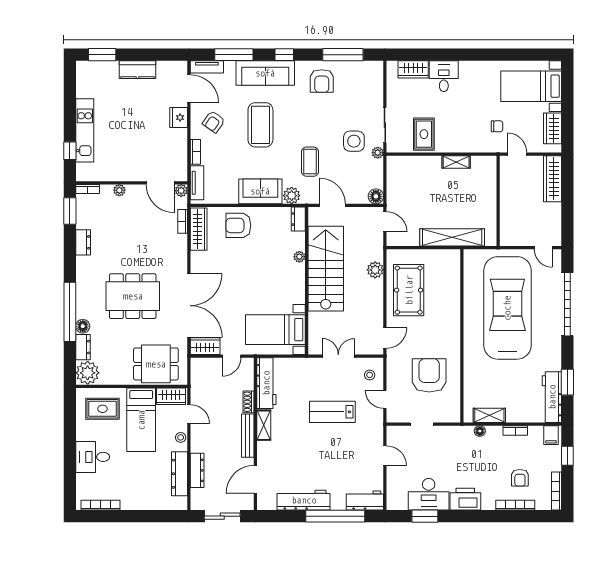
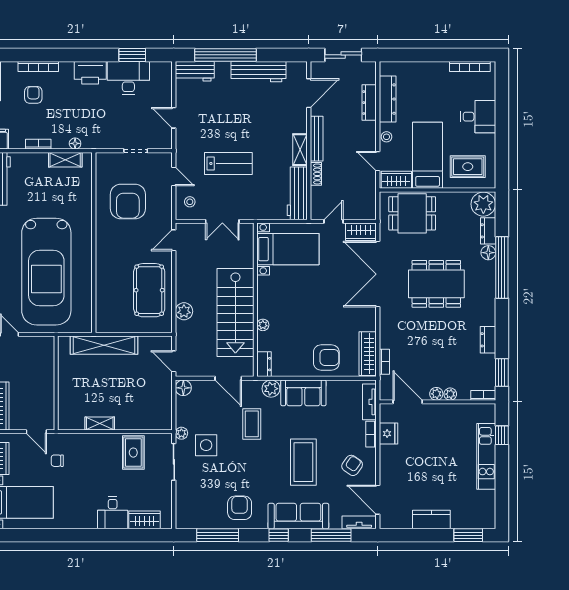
fridge: (179, 118) -> (388, 434), moved
plant: (181, 191) -> (436, 394), moved

